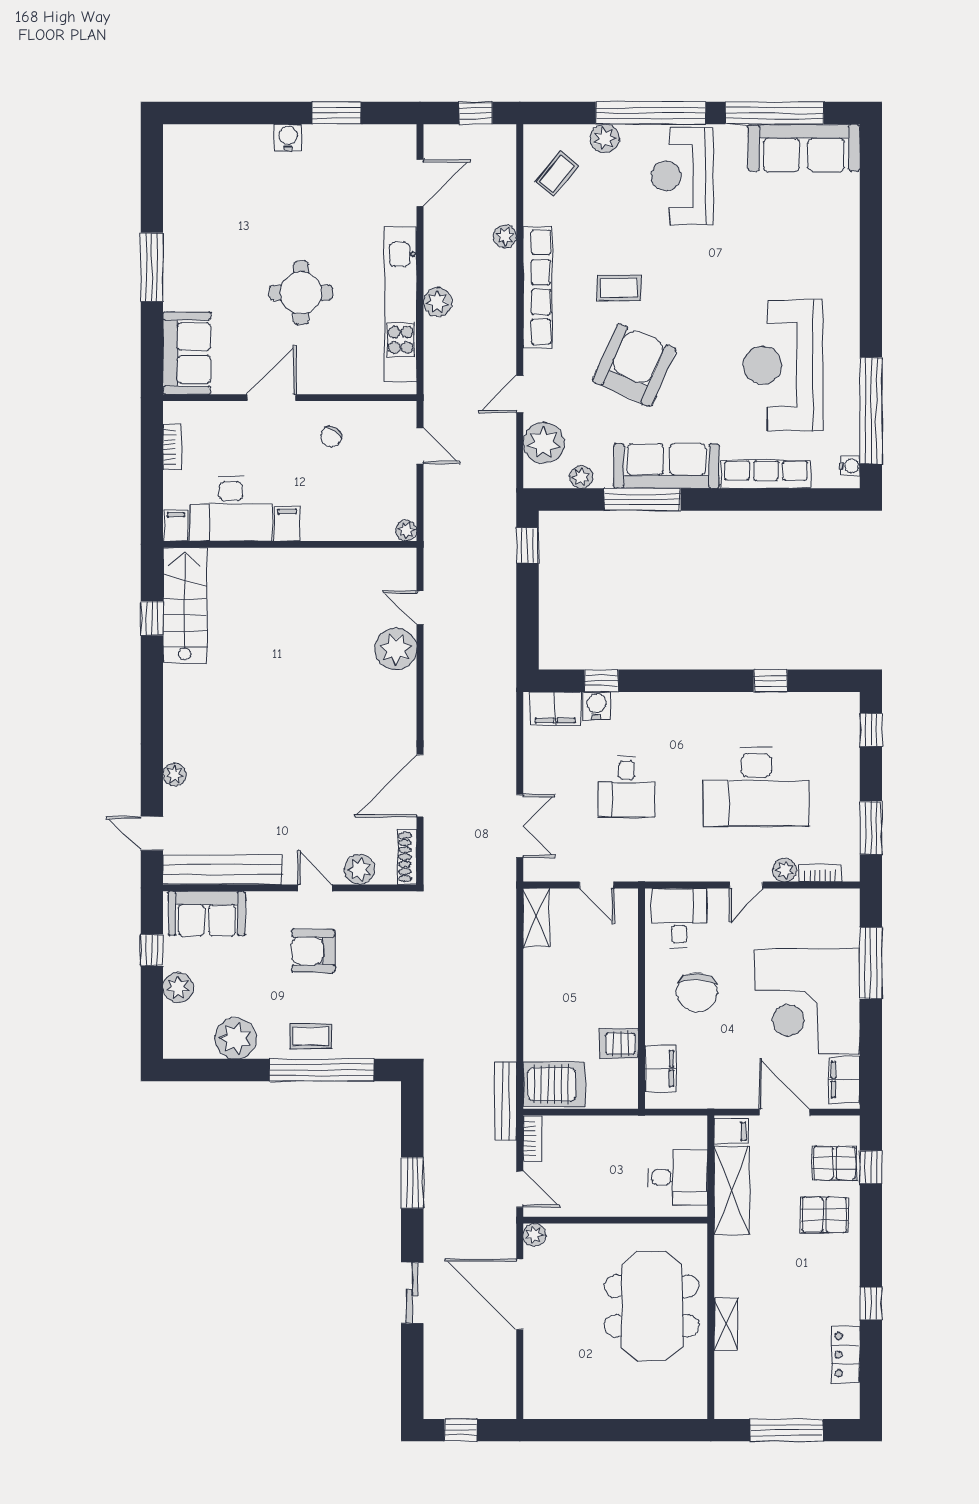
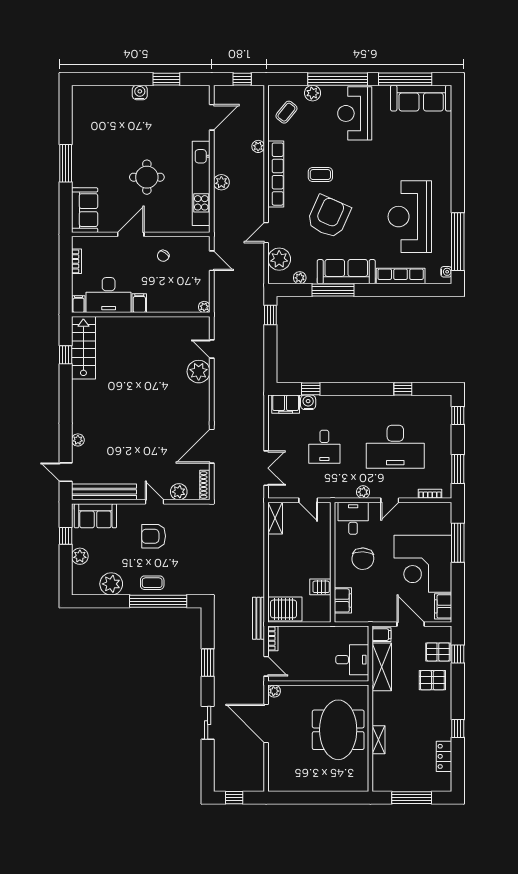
plant: (785, 870) -> (363, 492), moved

